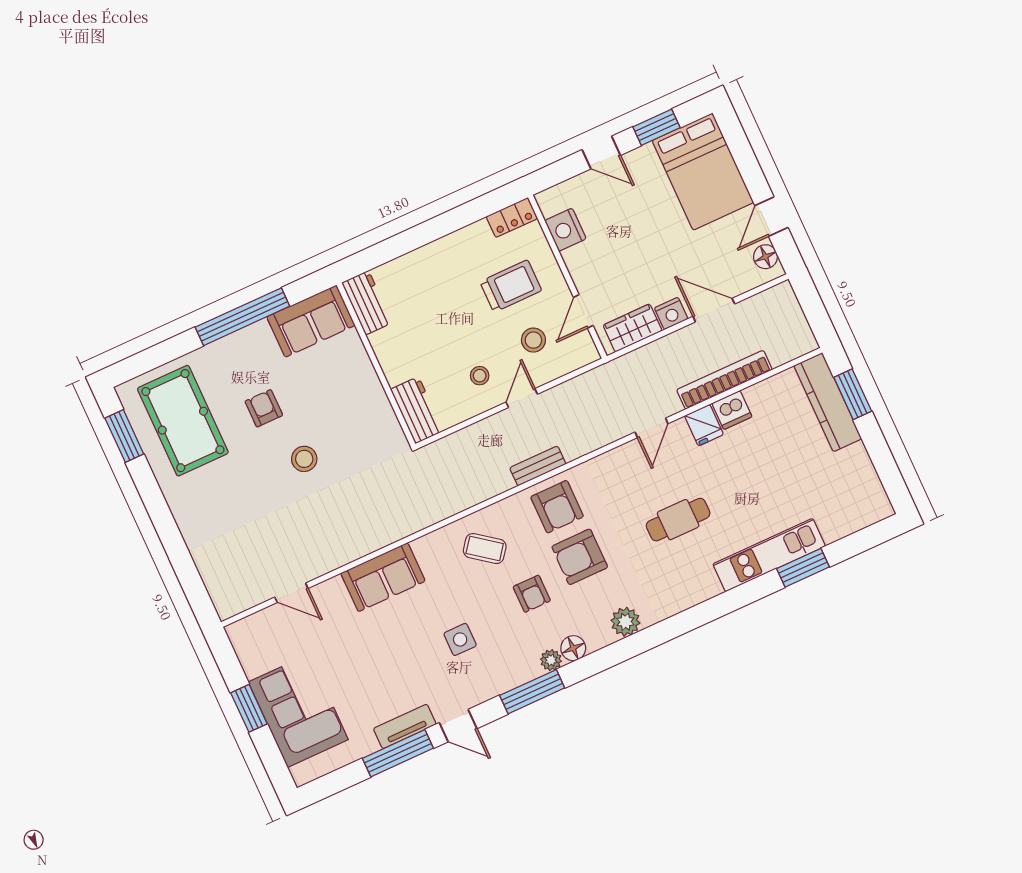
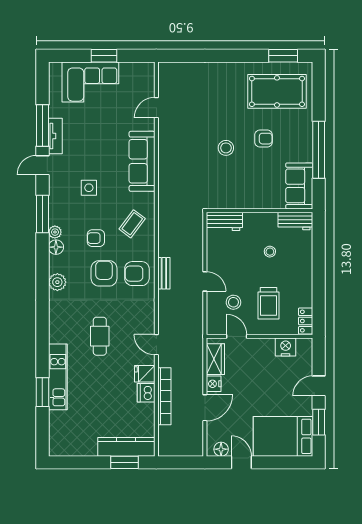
stool: (480, 376) -> (270, 252), moved
sofa: (383, 577) -> (142, 161), width x1.36

